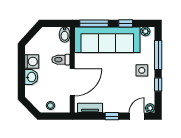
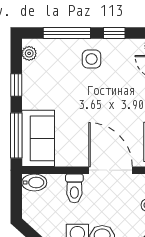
sofa: (107, 40) -> (38, 138), width x0.54, depth x0.79

